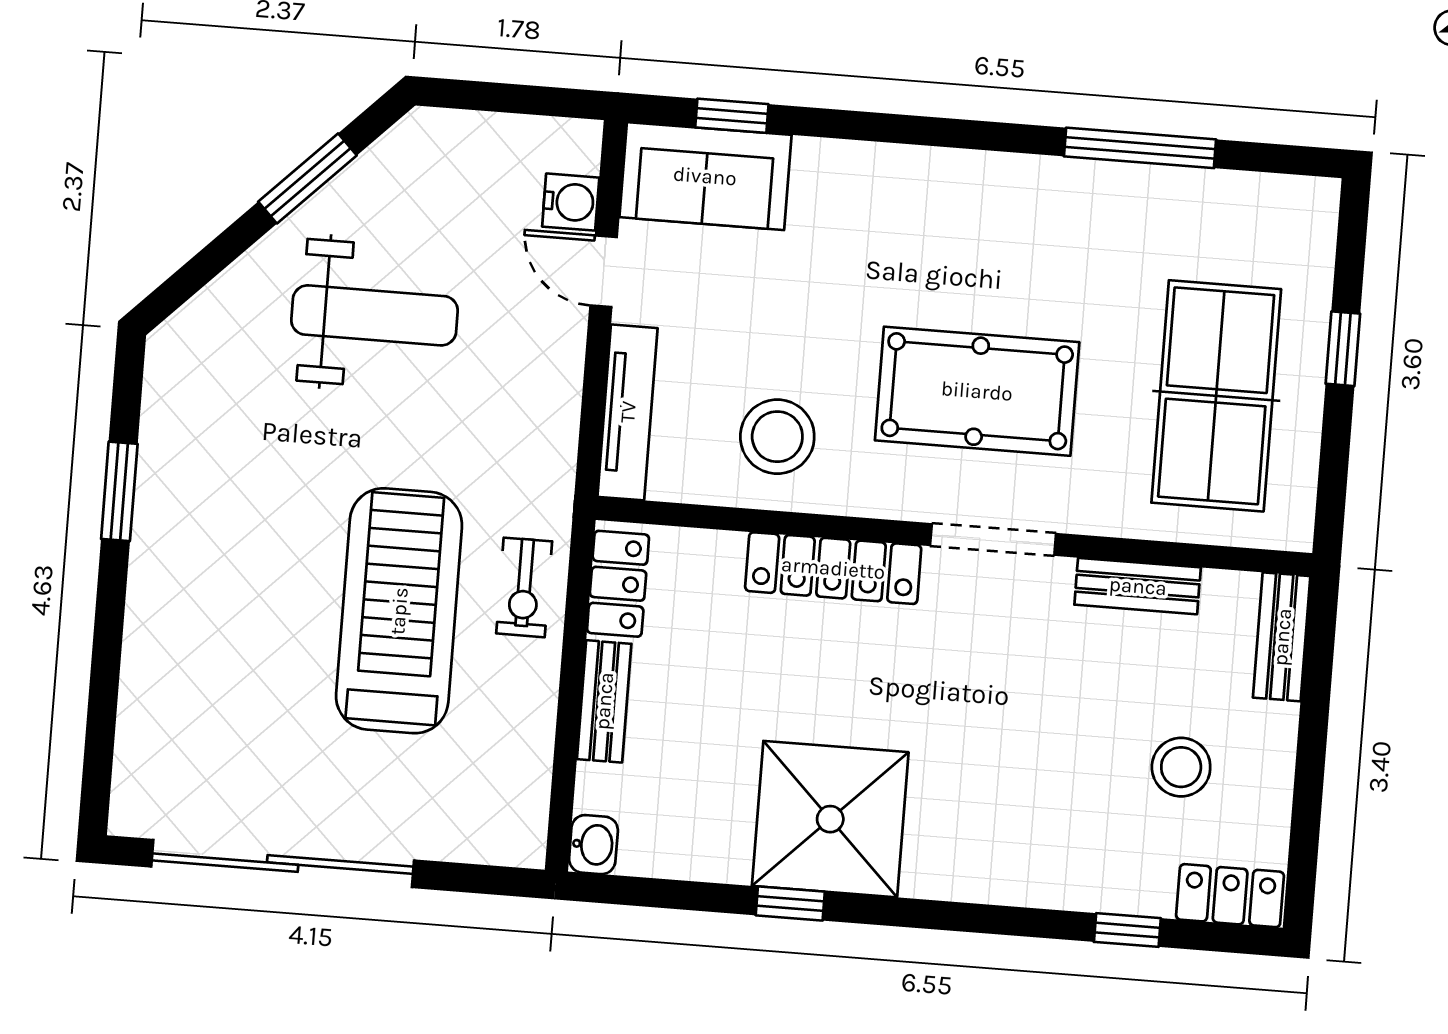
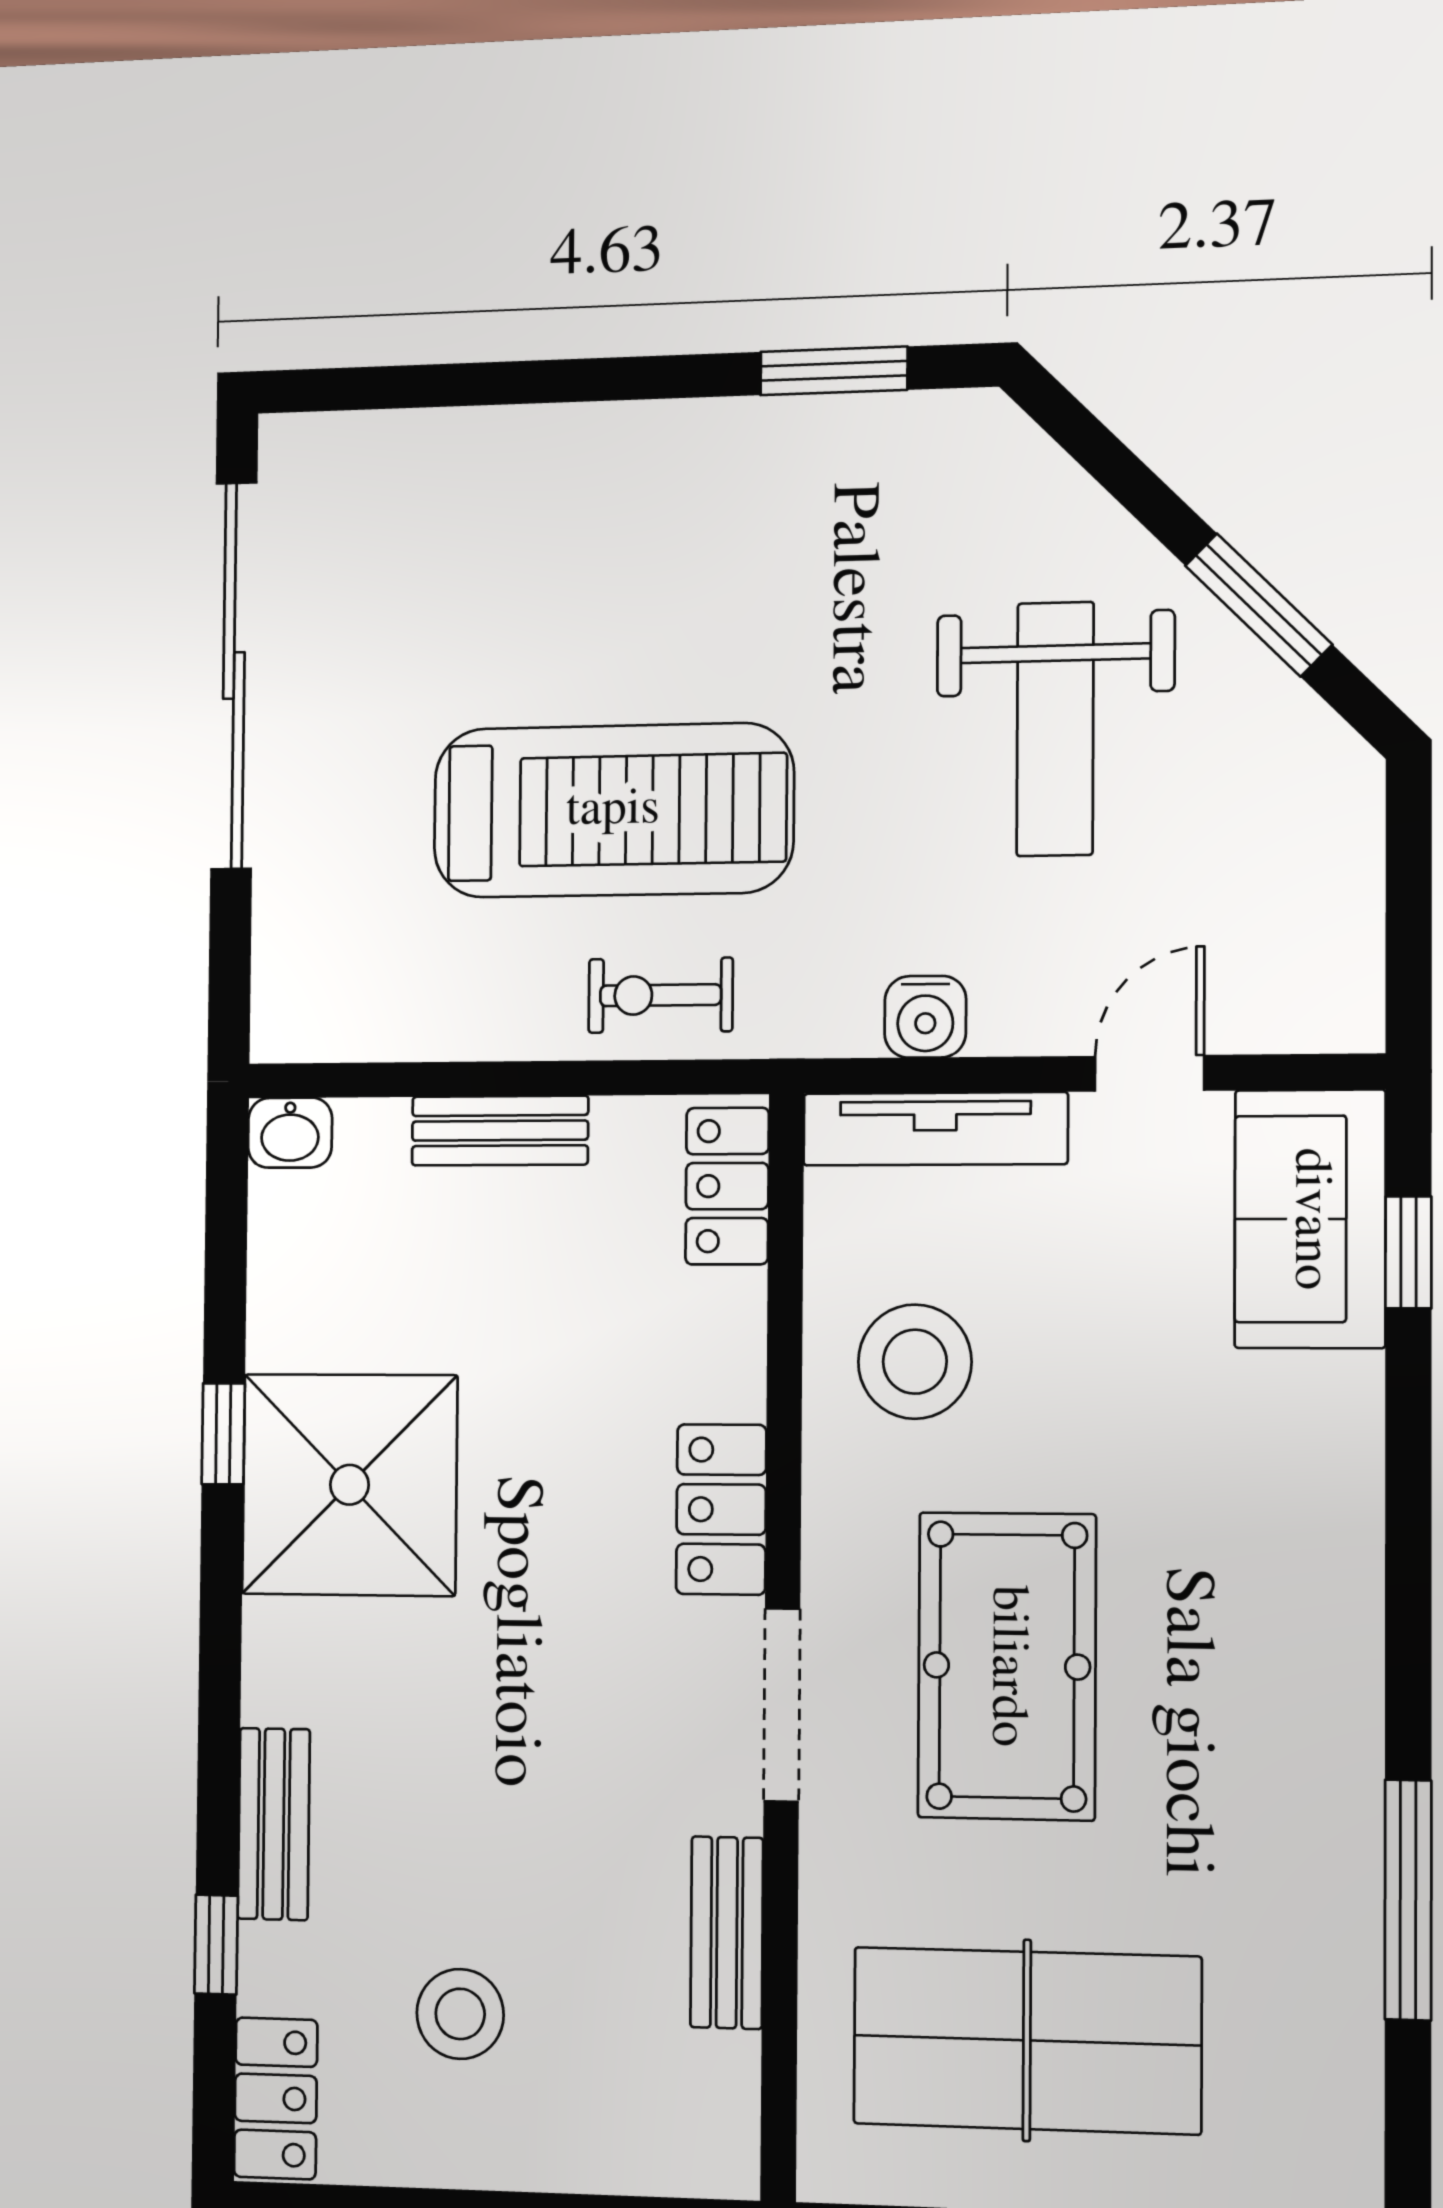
water cooler: (571, 202) -> (925, 1017), moved
window: (119, 491) -> (834, 371), moved
locker: (833, 568) -> (721, 1509), width x0.66
locker: (618, 584) -> (727, 1186), moved, turned 90
bench: (1282, 637) -> (274, 1824), moved, turned 90

